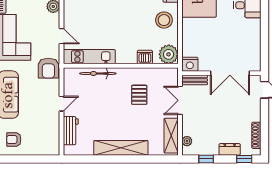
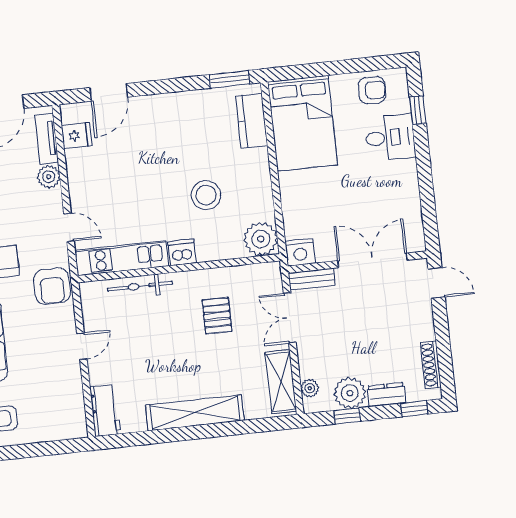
stool: (164, 20) -> (206, 195), moved
dishwasher: (145, 57) -> (182, 252), moved
double door: (230, 73) -> (373, 260), swing flipped
workbench: (71, 131) -> (105, 410), moved
plant: (209, 146) -> (350, 393), added

